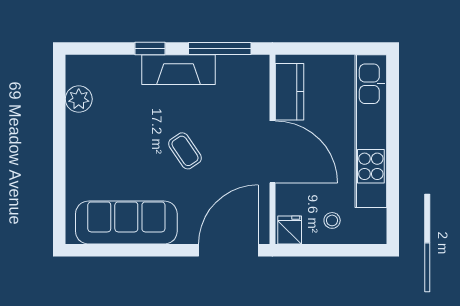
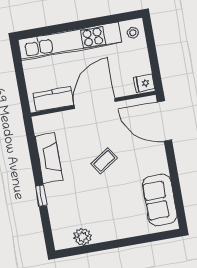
window: (220, 49) -> (33, 150), removed
fireplace: (179, 70) -> (49, 158), moved
stool: (332, 220) -> (133, 33), moved
sofa: (126, 223) -> (160, 200), width x0.73

